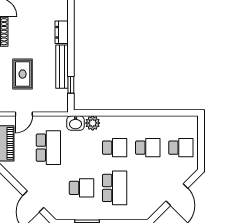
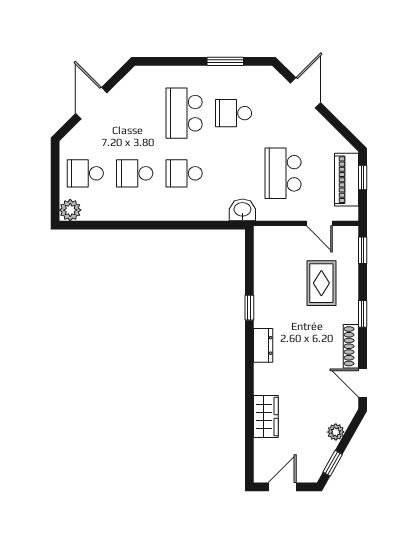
bench: (62, 67) -> (263, 294), removed
window: (71, 85) -> (249, 308), moved
door: (24, 114) -> (320, 223), swing flipped
plant: (93, 123) -> (70, 210), moved

